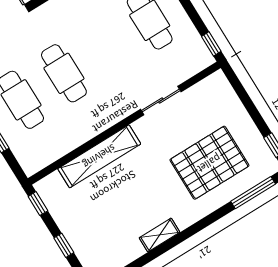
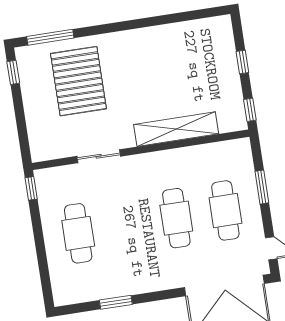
pallet: (209, 163) -> (78, 81), turned 90
shelving: (159, 235) -> (152, 35), removed

